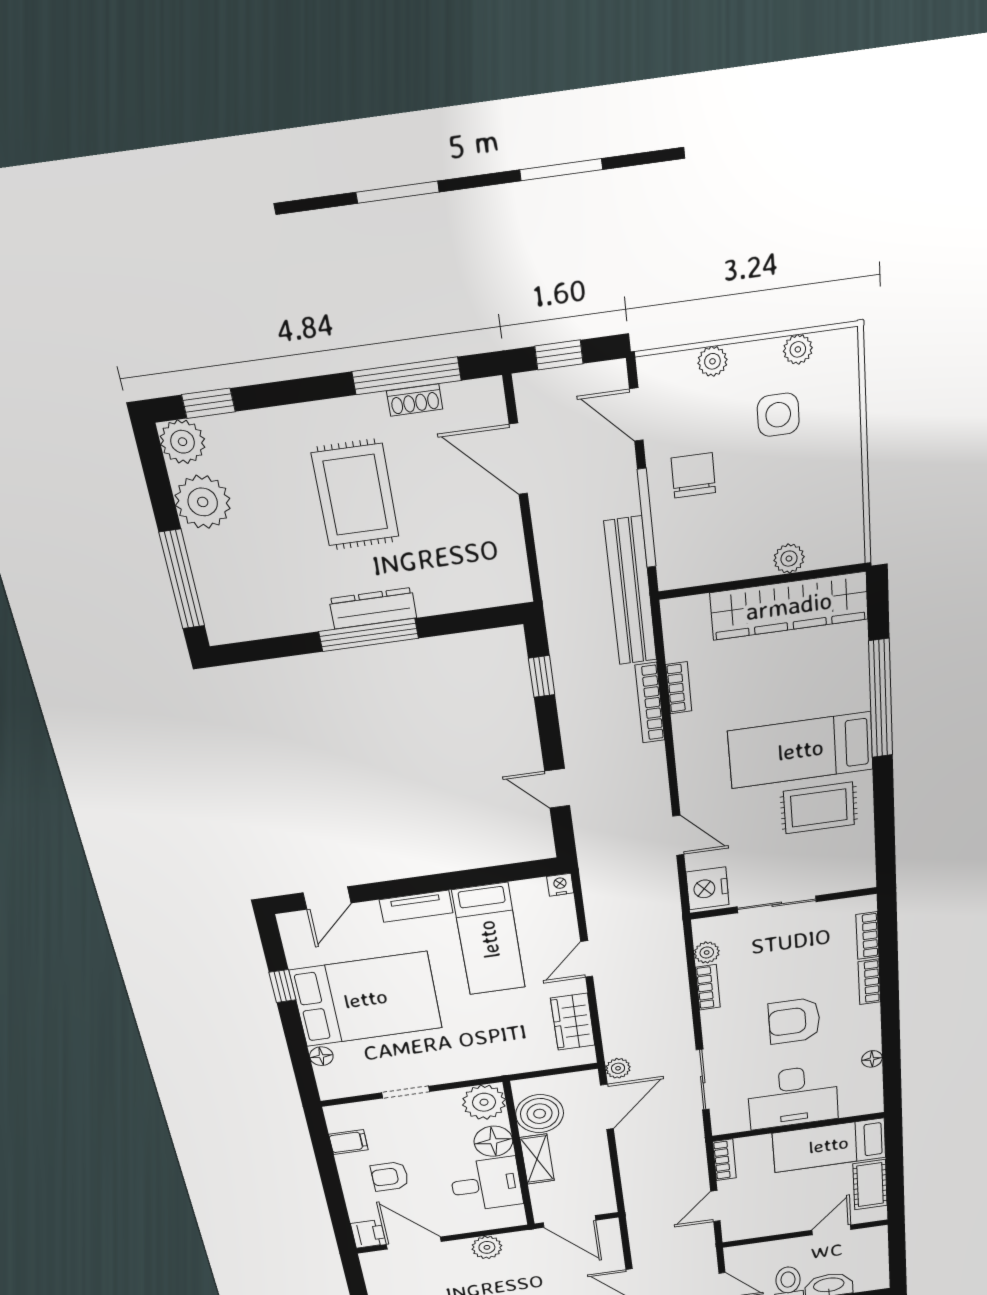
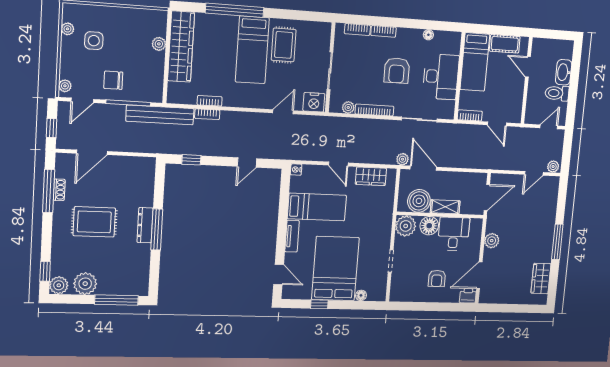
plant: (712, 361) -> (65, 86), moved
bookcase: (650, 703) -> (207, 114), width x0.64
bookcase: (708, 987) -> (374, 110), width x1.56
filing cabinet: (348, 1142) -> (412, 294), removed

